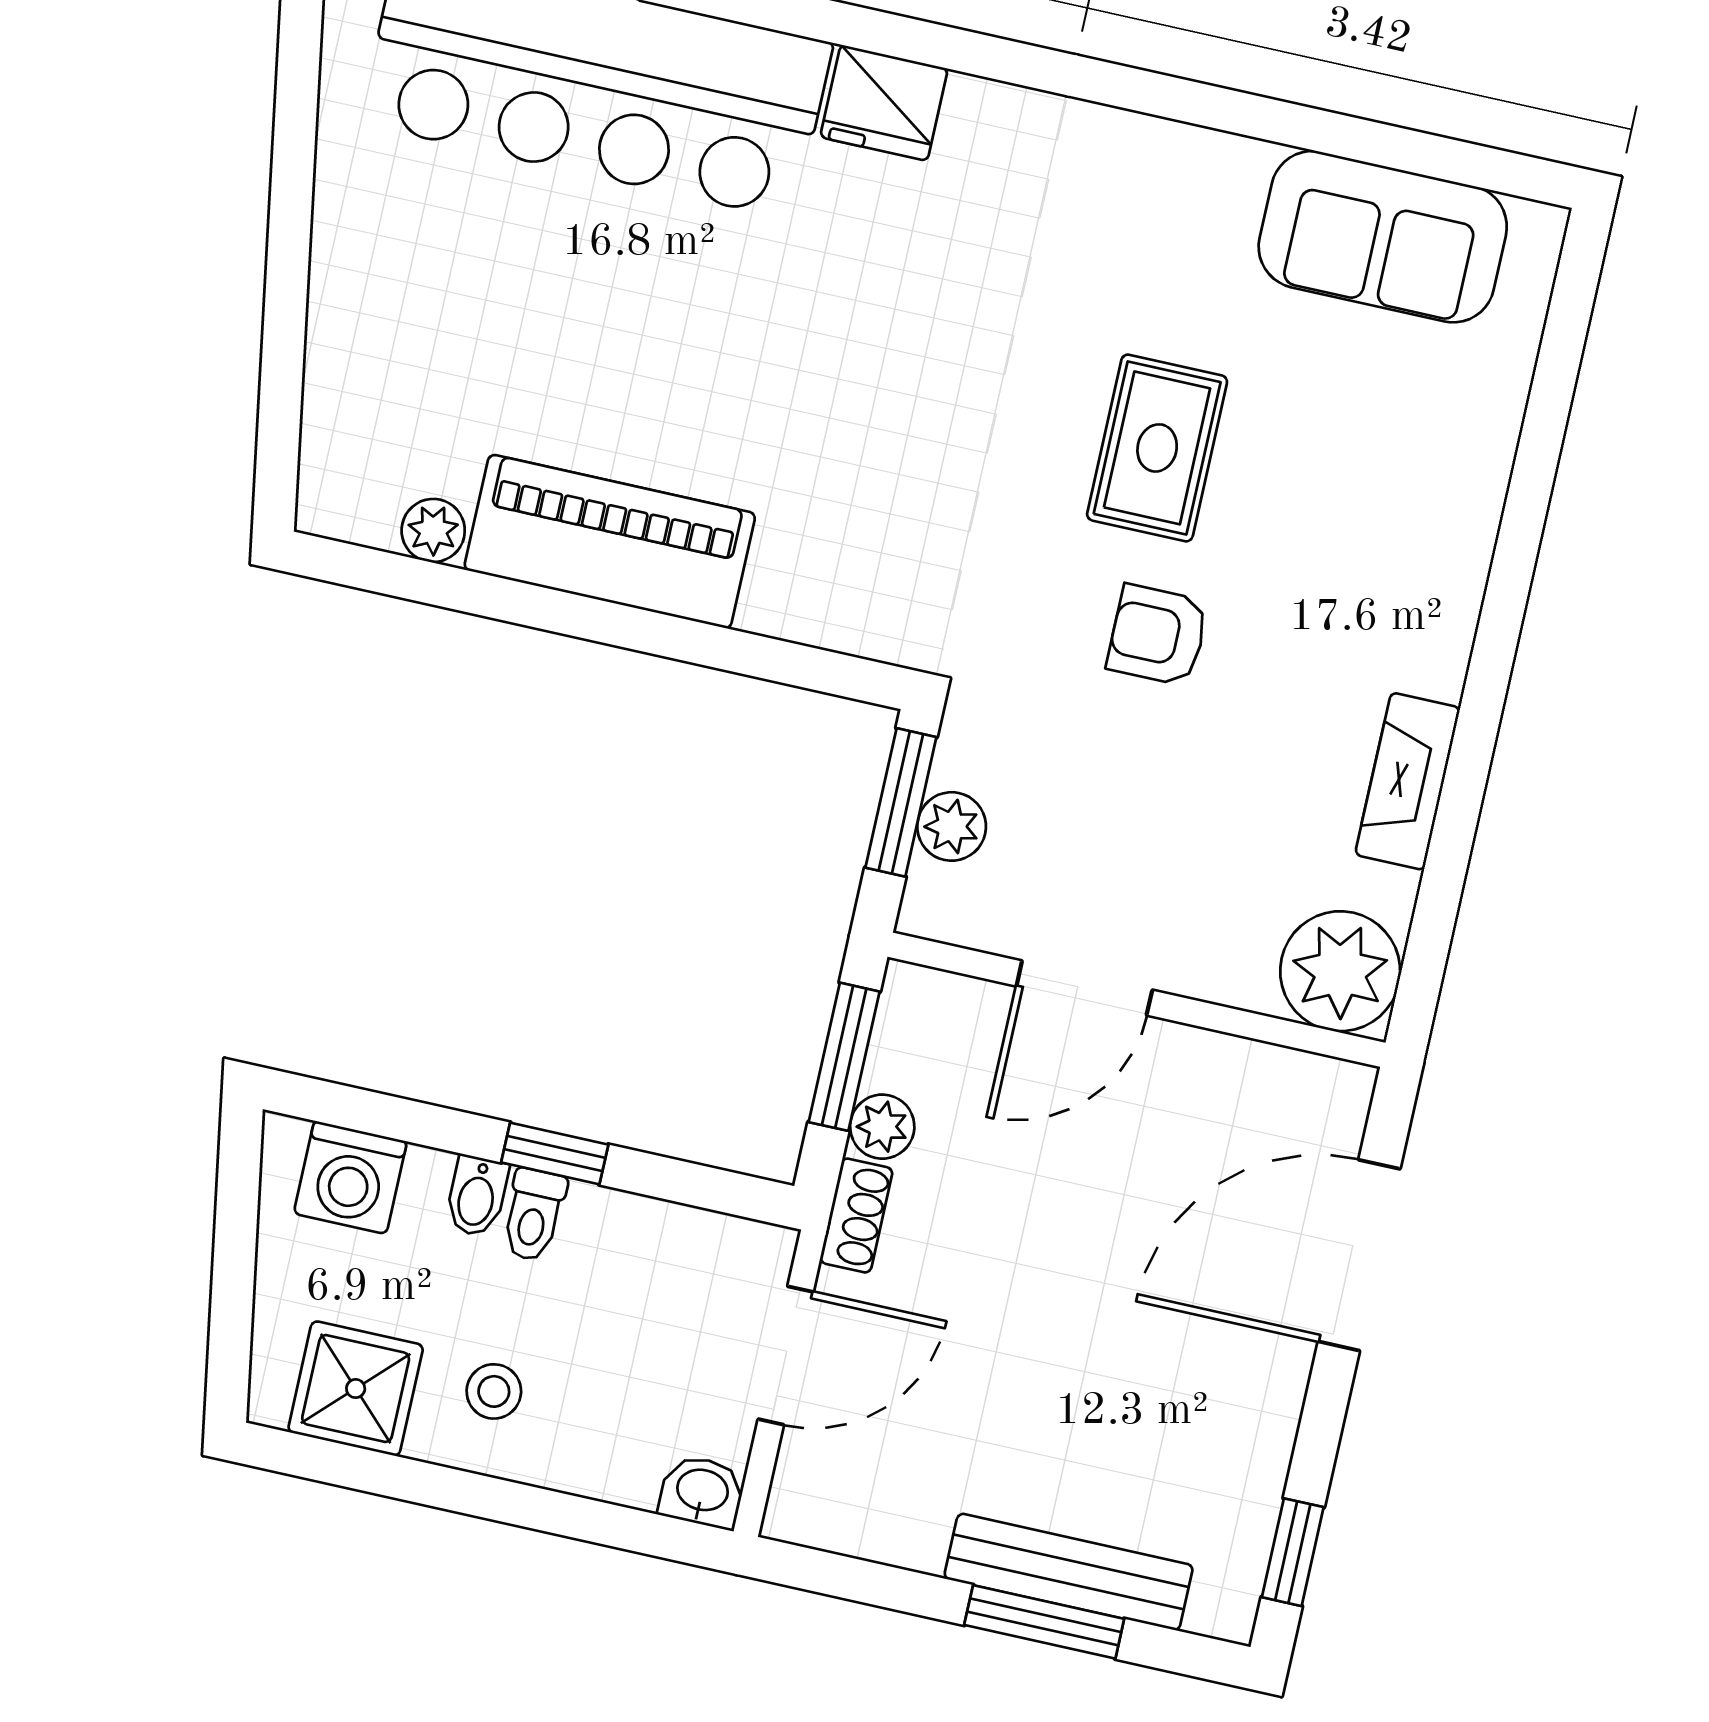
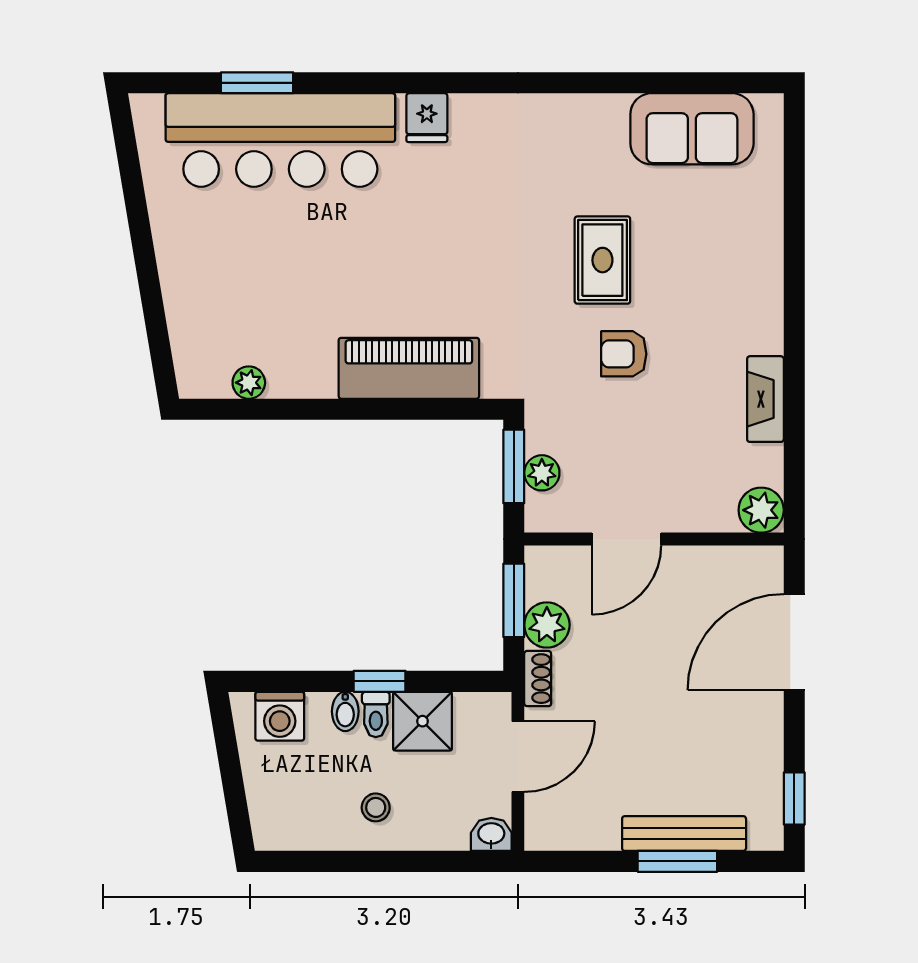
fridge: (884, 103) -> (427, 118), width x0.72
piano: (610, 541) -> (409, 368), moved
plant: (1340, 971) -> (761, 510), width x0.73, depth x0.73
plant: (882, 1127) -> (547, 625), width x1.38, depth x1.38
shower: (356, 1389) -> (423, 721), moved

